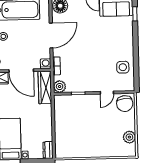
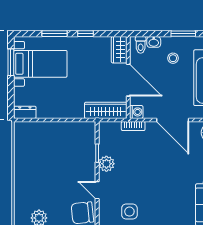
door: (21, 71) -> (128, 80), swing flipped
plant: (60, 87) -> (106, 164), moved

